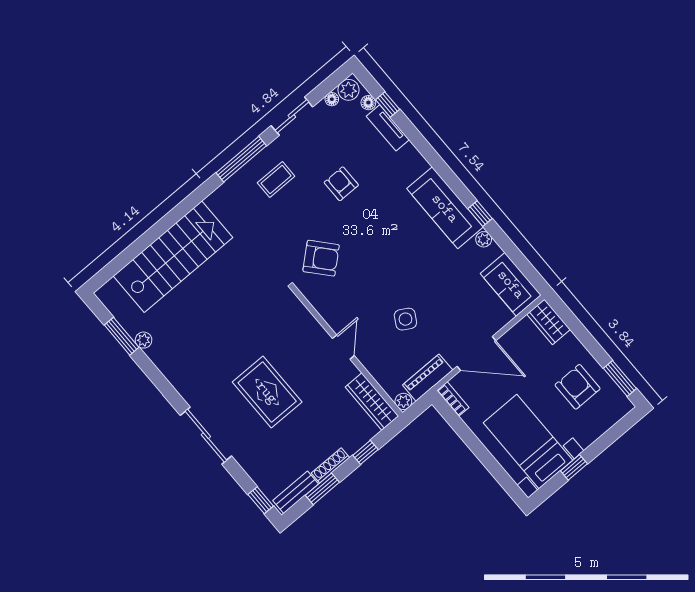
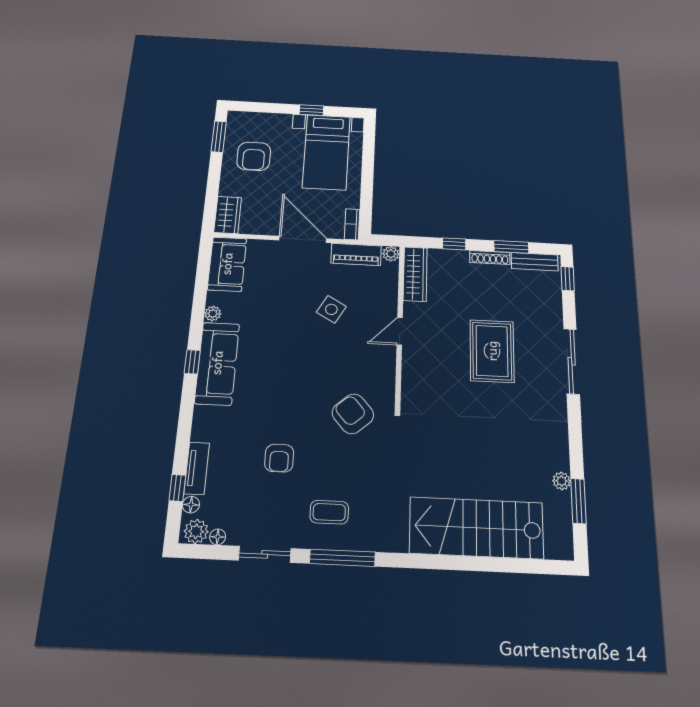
window: (480, 214) -> (192, 362), moved

